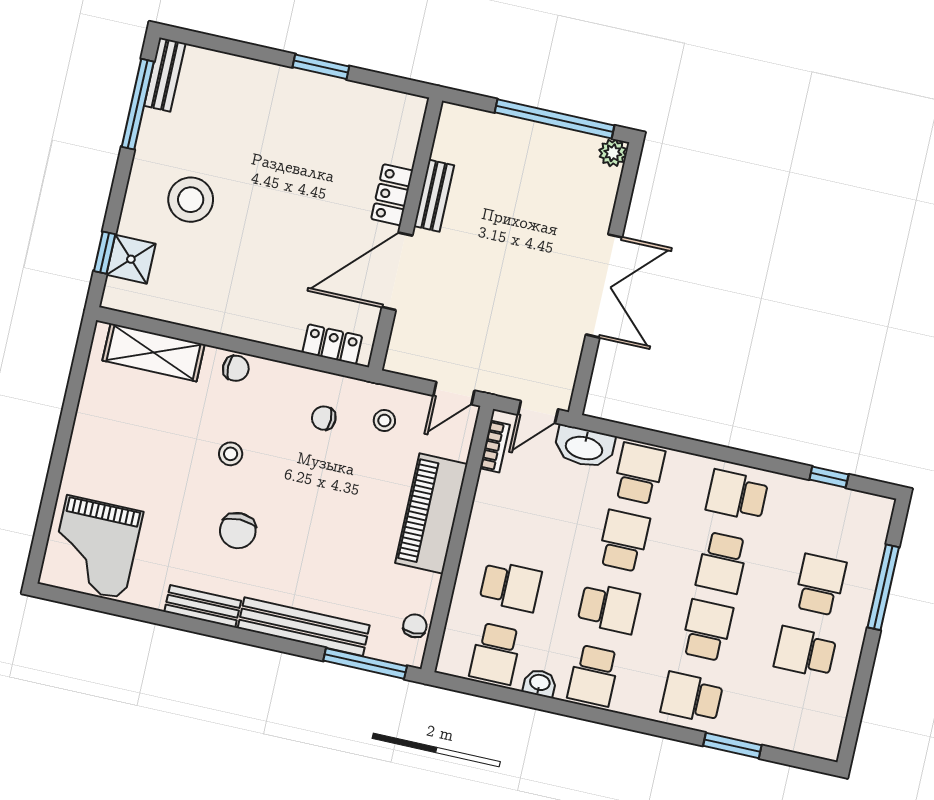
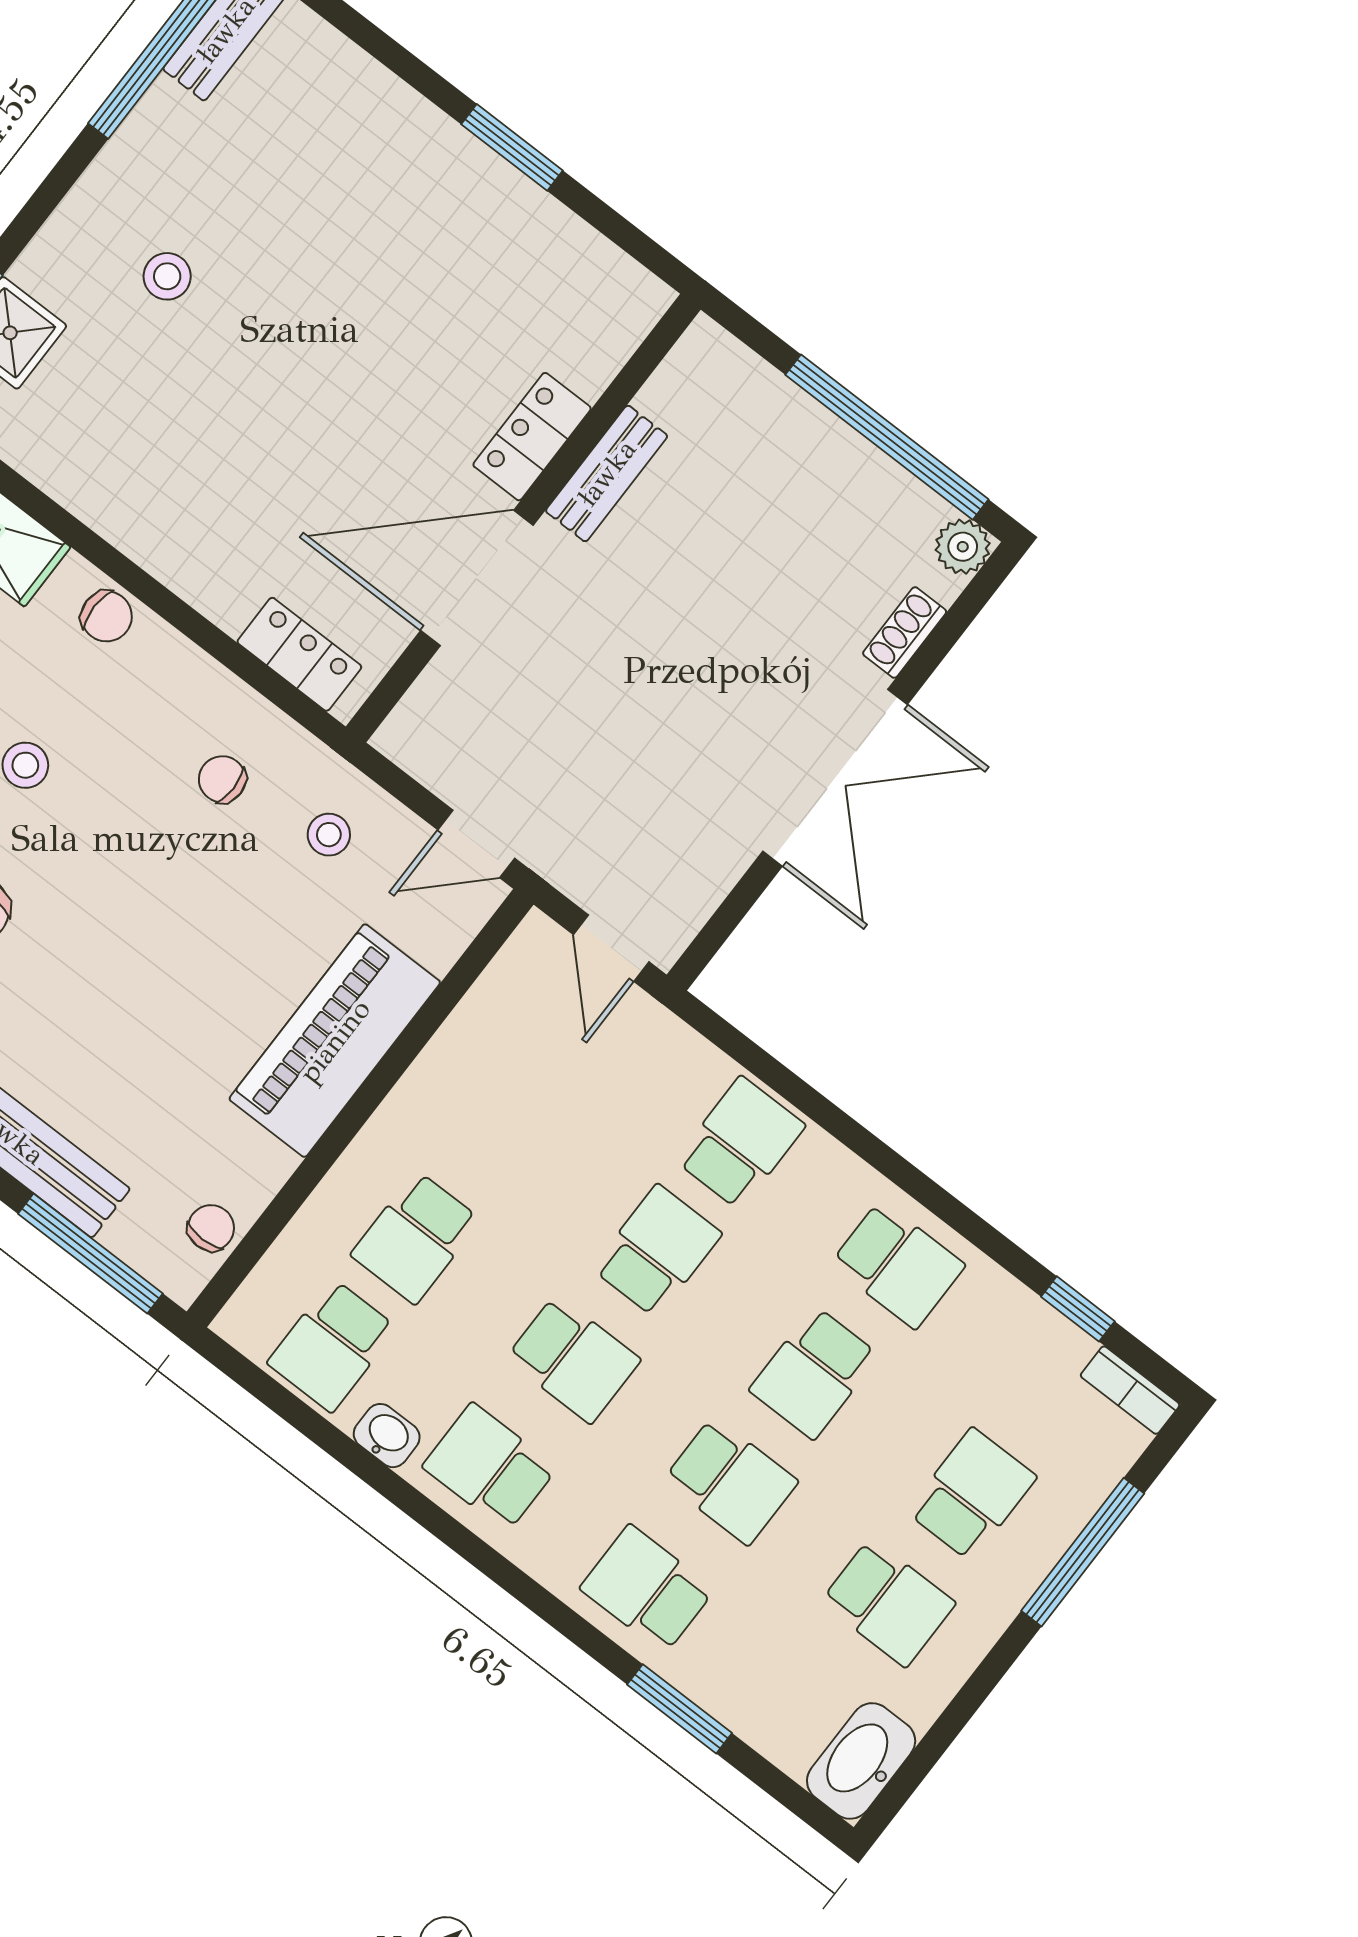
stool: (191, 200) -> (167, 276), width x0.53, depth x0.53
shoe rack: (605, 205) -> (905, 633), added
door: (538, 412) -> (611, 948), hinge flipped
bookcase: (495, 446) -> (1130, 1390), moved, turned 90
washbasin: (584, 447) -> (861, 1761), moved, turned 90
school desk: (737, 495) -> (898, 1265), turned 180
school desk: (511, 586) -> (416, 1237), turned 90
school desk: (707, 630) -> (731, 1481), turned 90
school desk: (805, 652) -> (888, 1603), turned 180
school desk: (594, 676) -> (490, 1467), turned 90

